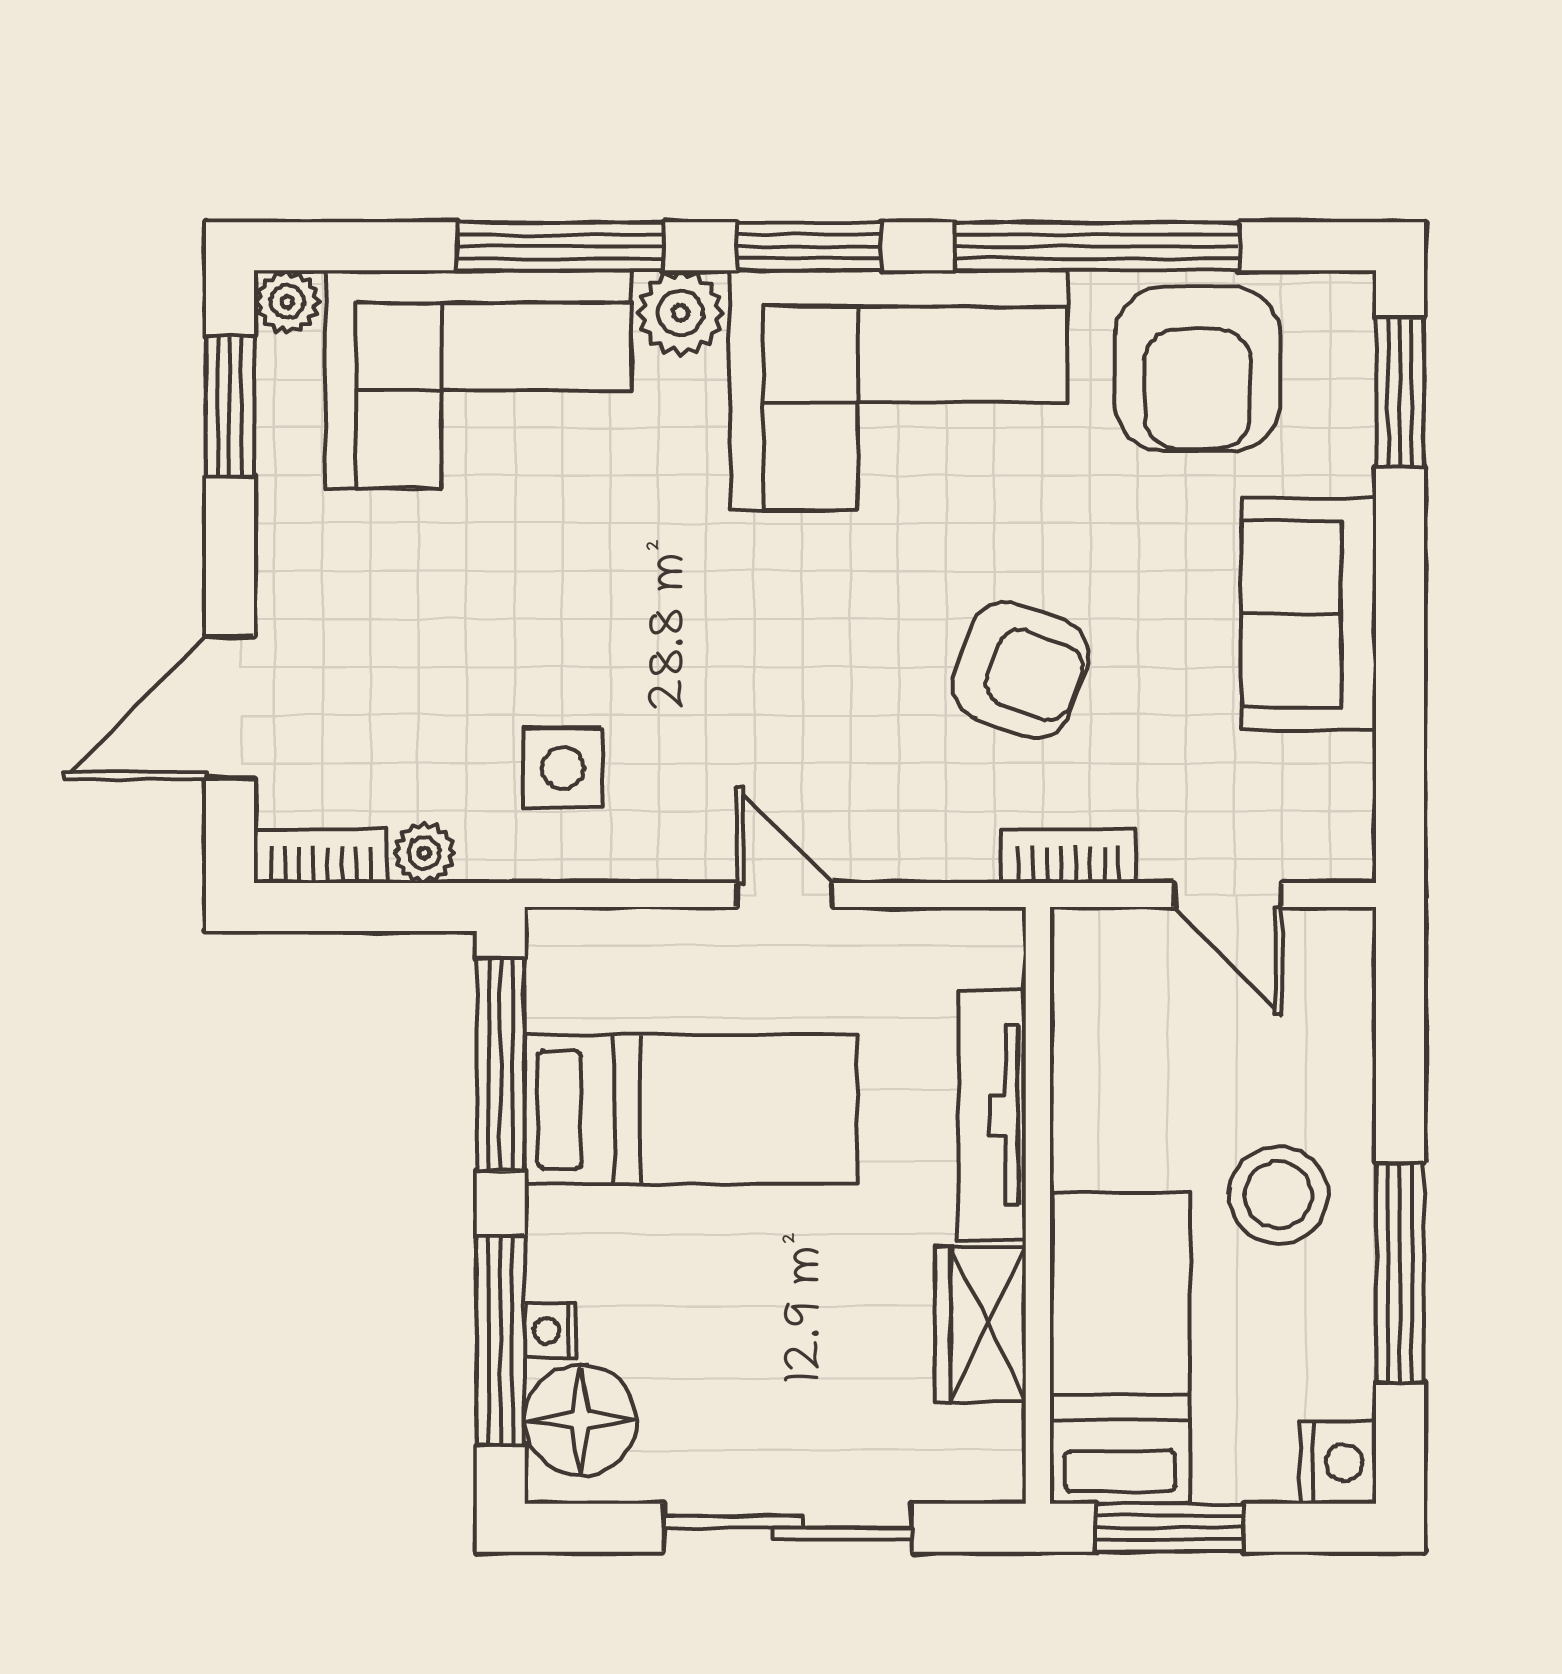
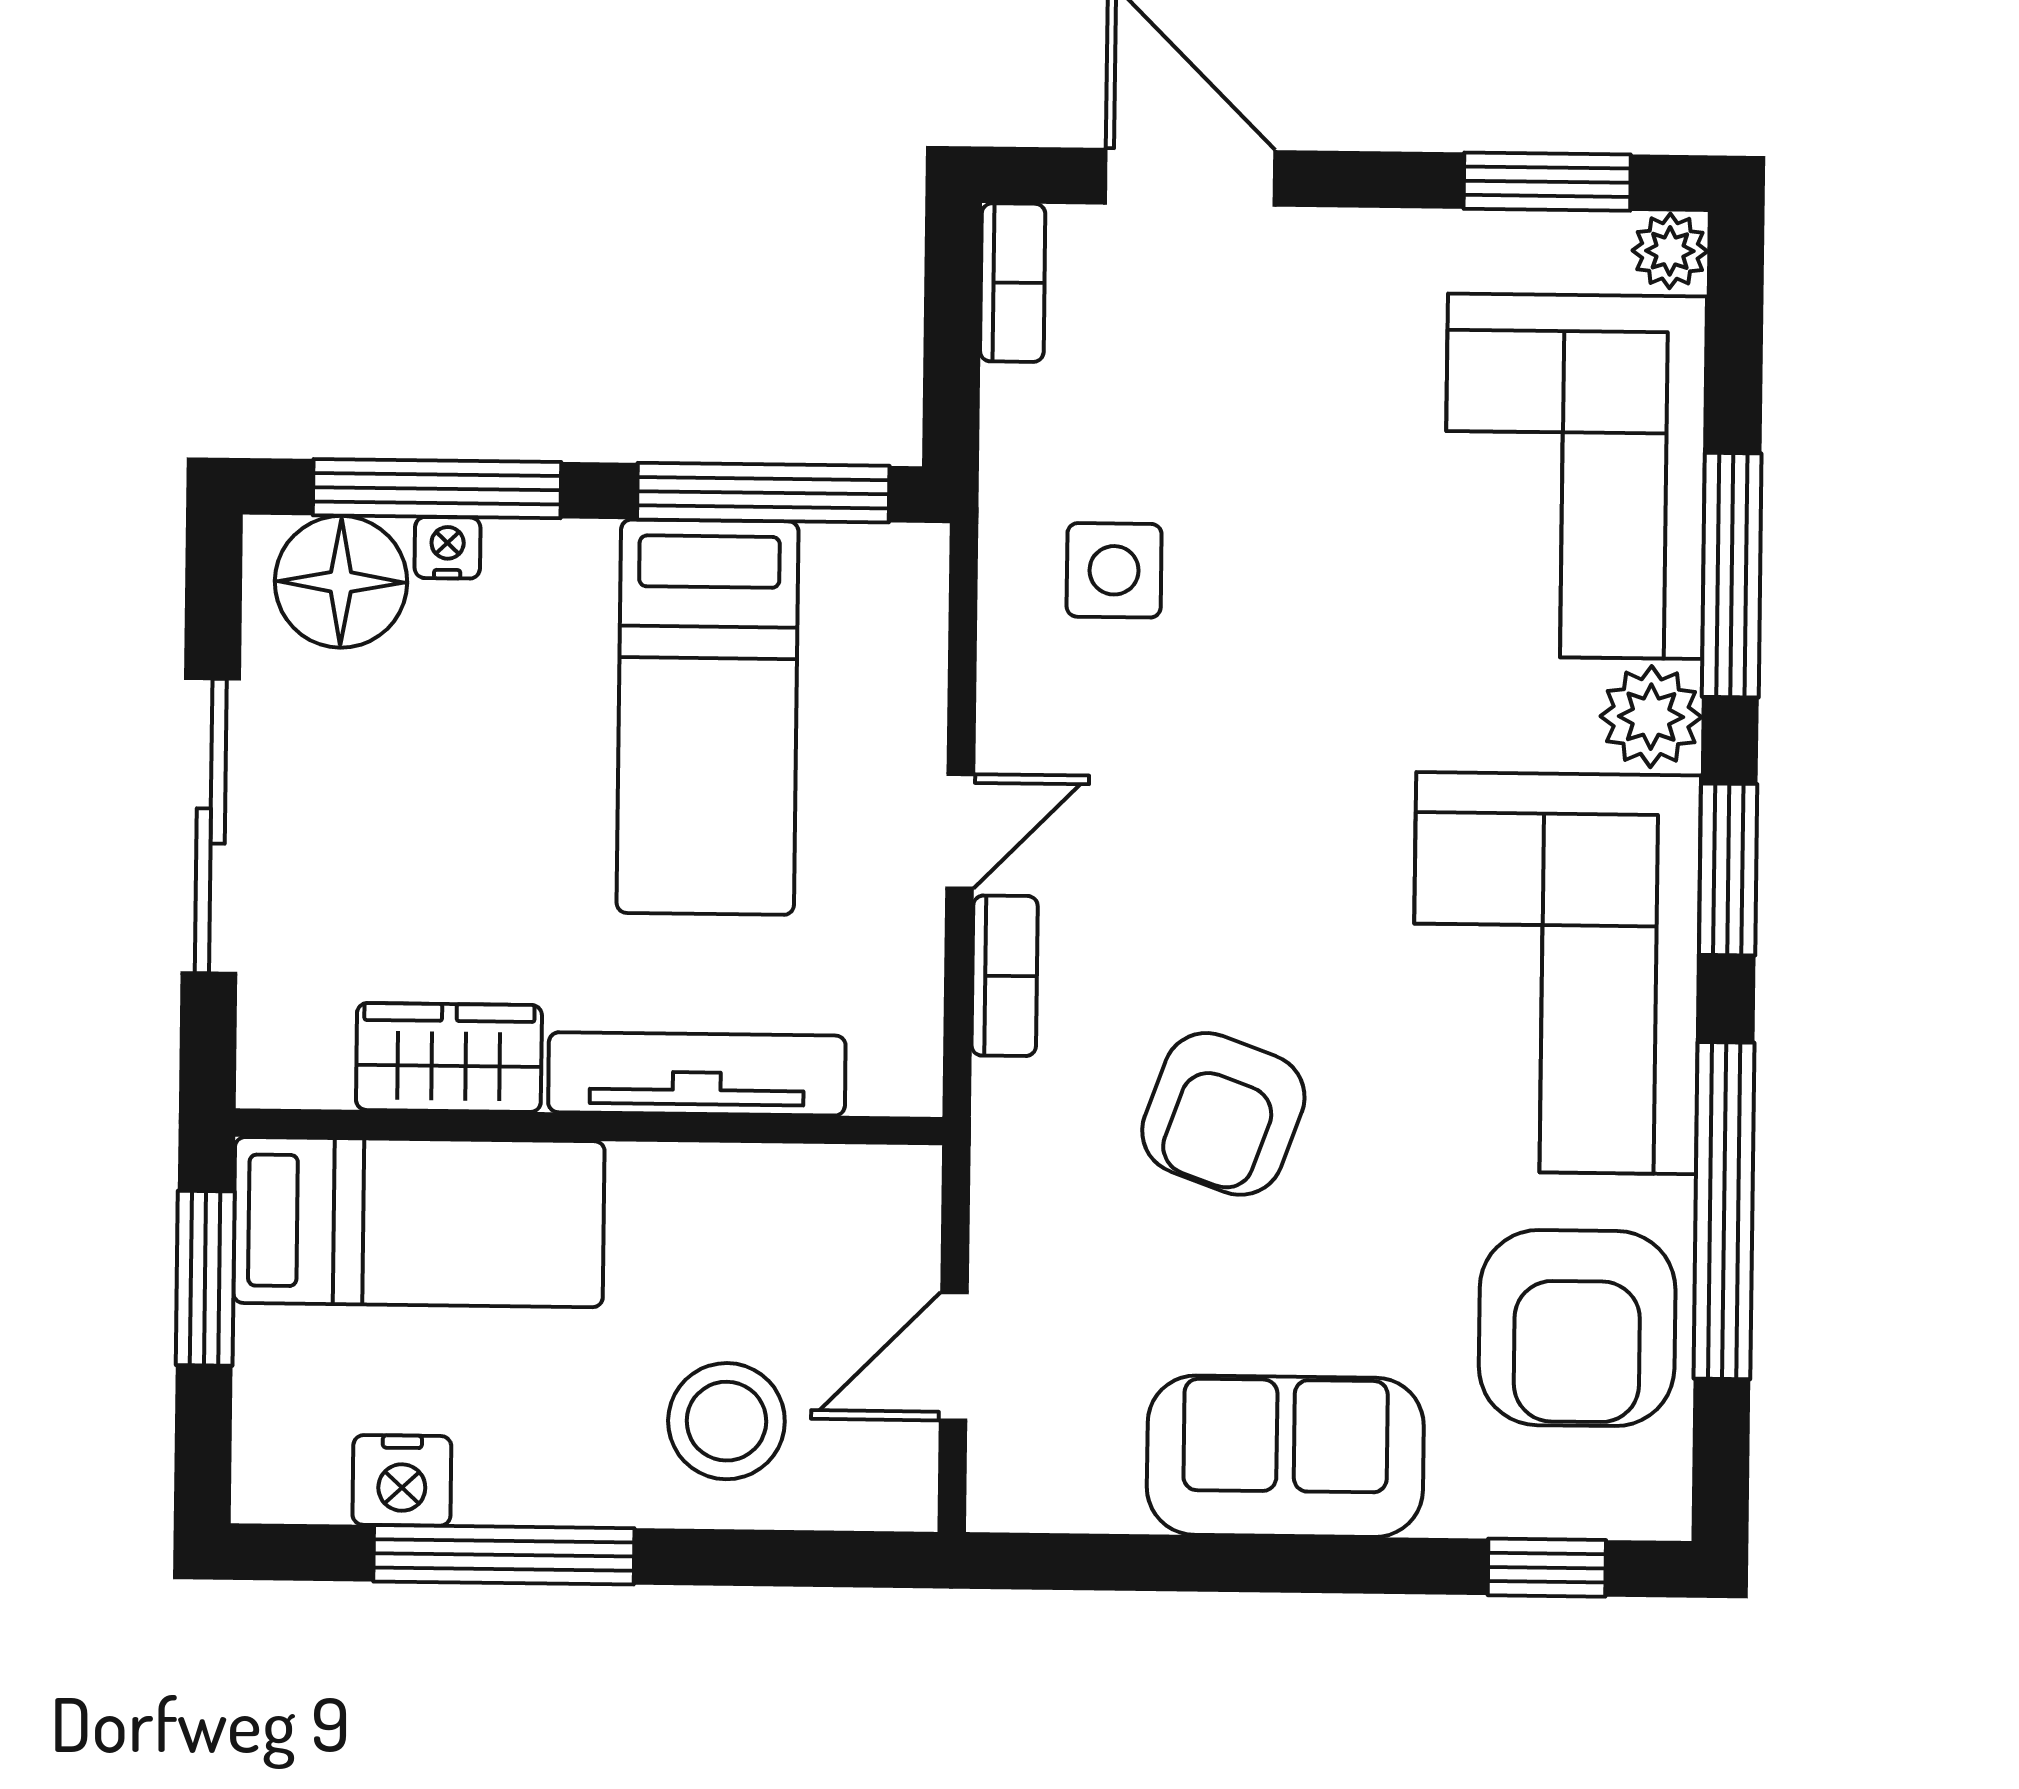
armchair: (1198, 369) -> (1577, 1328), turned -90
window: (1400, 392) -> (1547, 1568), width x0.67
plant: (424, 853) -> (1015, 405), removed
bookcase: (1069, 856) -> (1005, 976), moved
stool: (1278, 1195) -> (726, 1421), moved
nightstand: (1338, 1463) -> (402, 1480), moved

